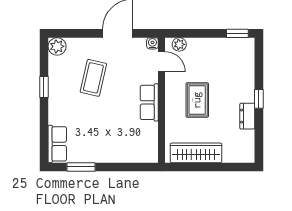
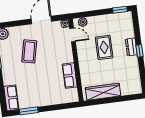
rug: (197, 100) -> (104, 47), moved
row of seats: (149, 102) -> (70, 76), moved
dresser: (247, 116) -> (131, 47), moved

